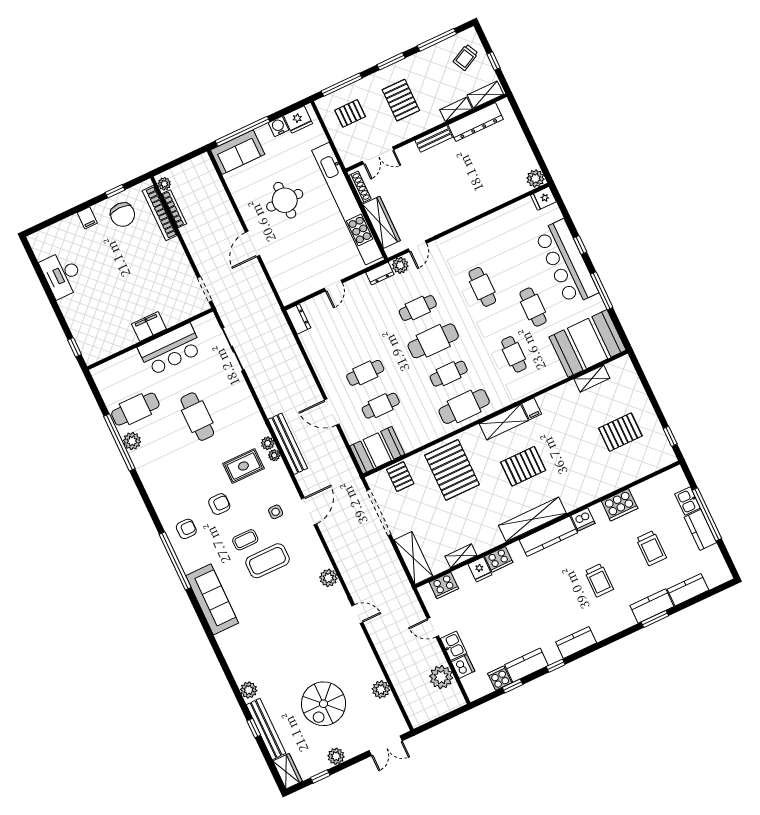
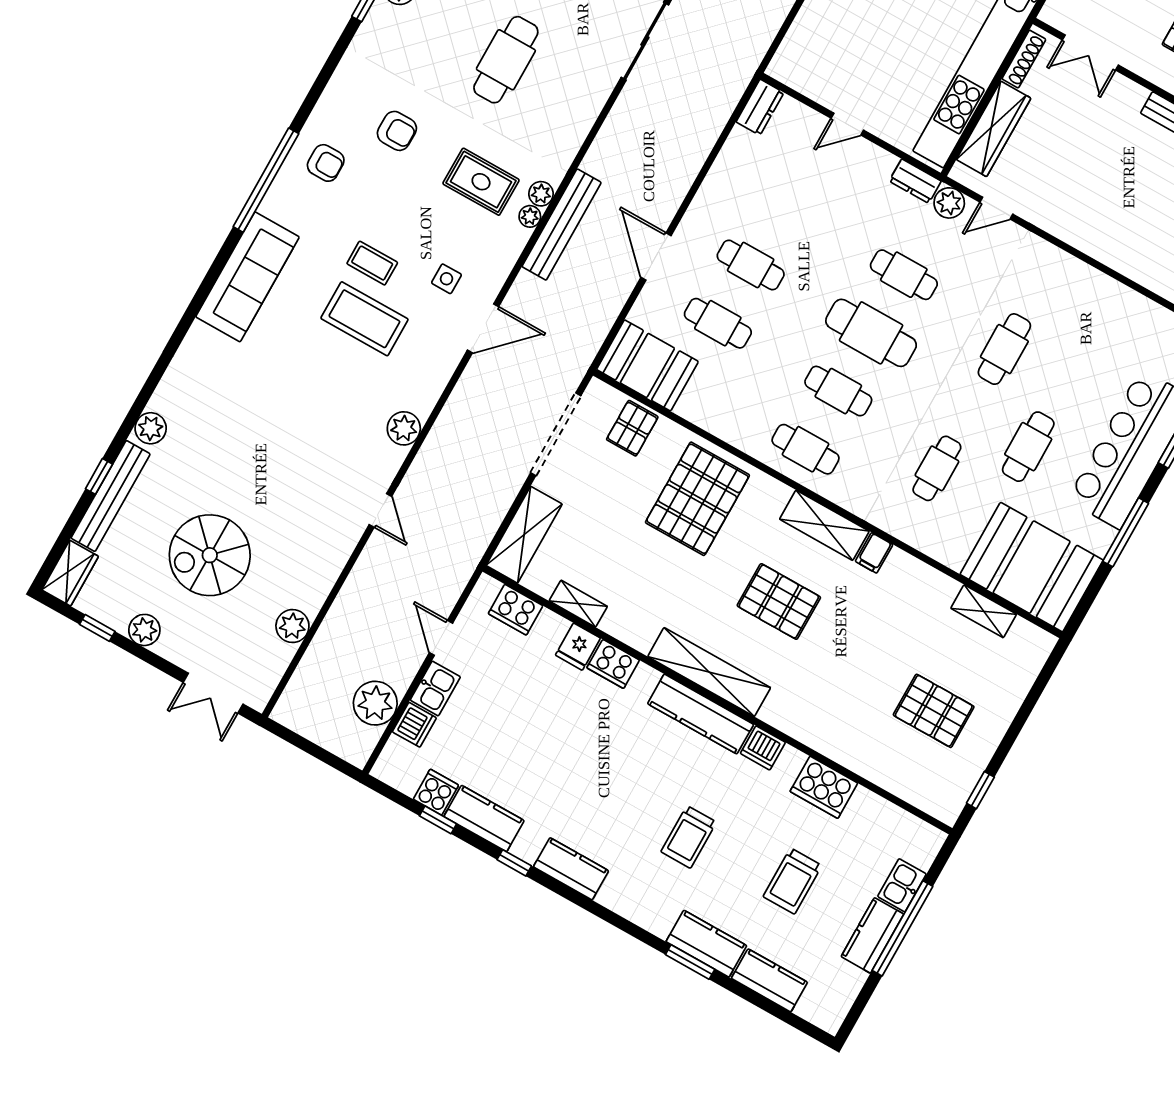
cafe table: (464, 406) -> (806, 449), width x0.73, depth x0.74
armchair: (219, 504) -> (397, 131), moved

